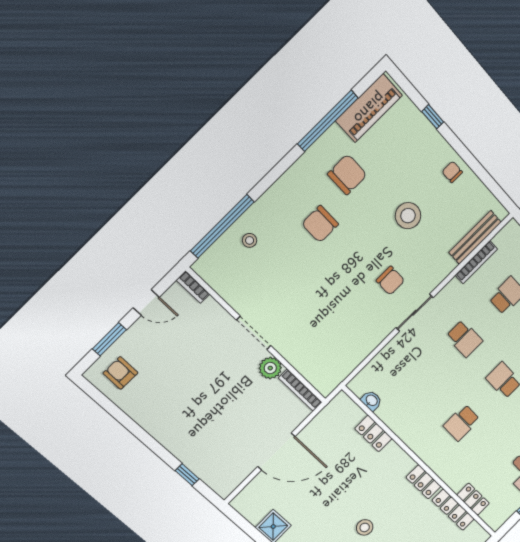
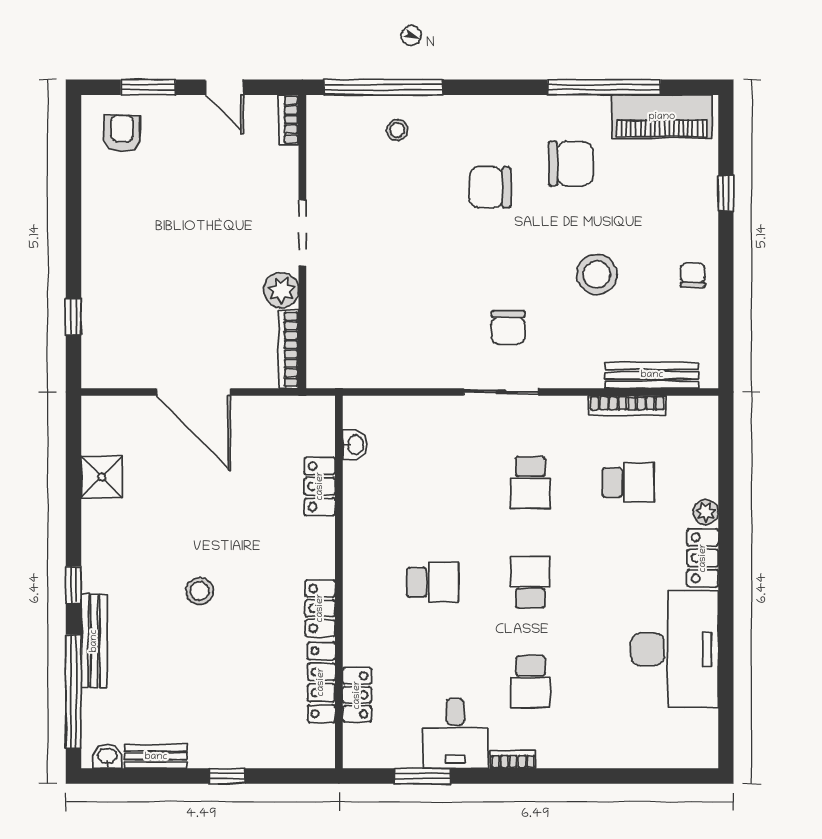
school desk: (462, 423) -> (433, 582), turned 180

